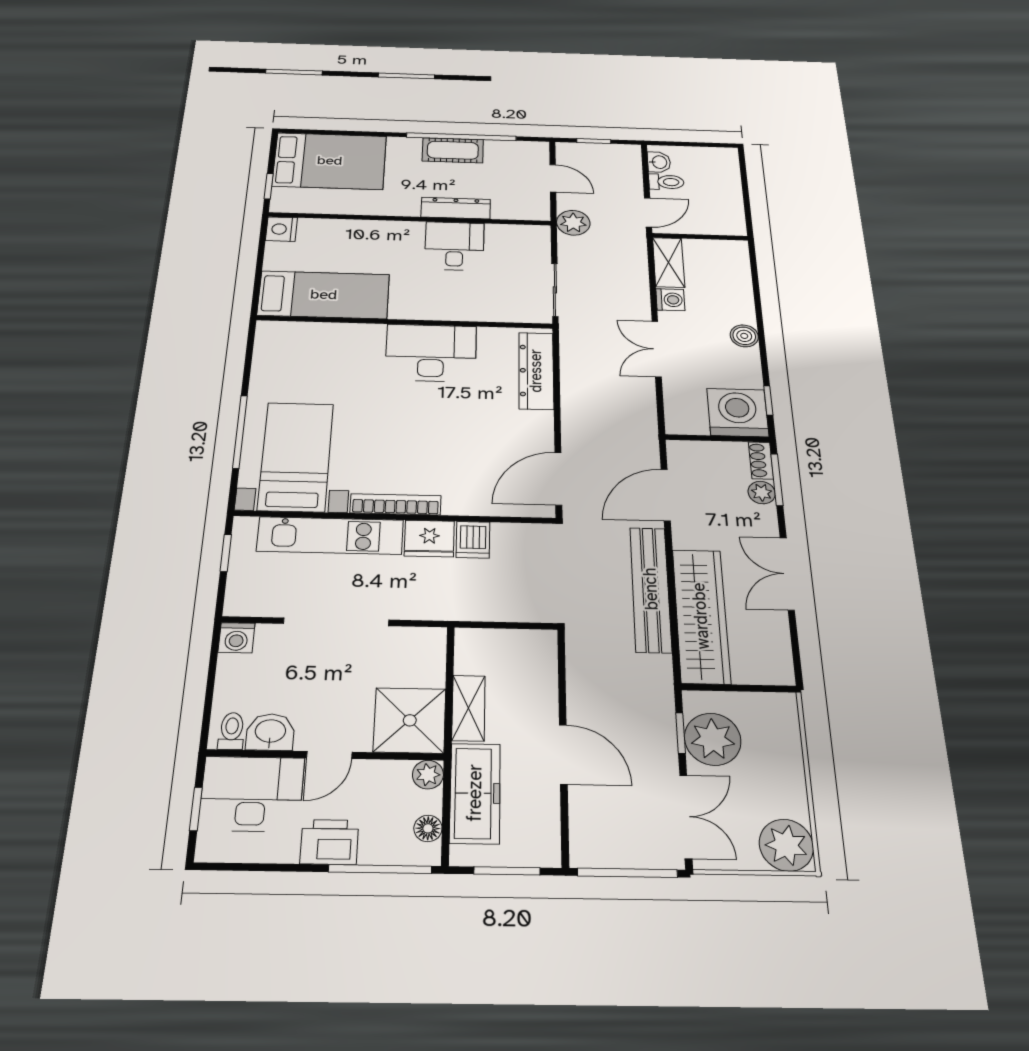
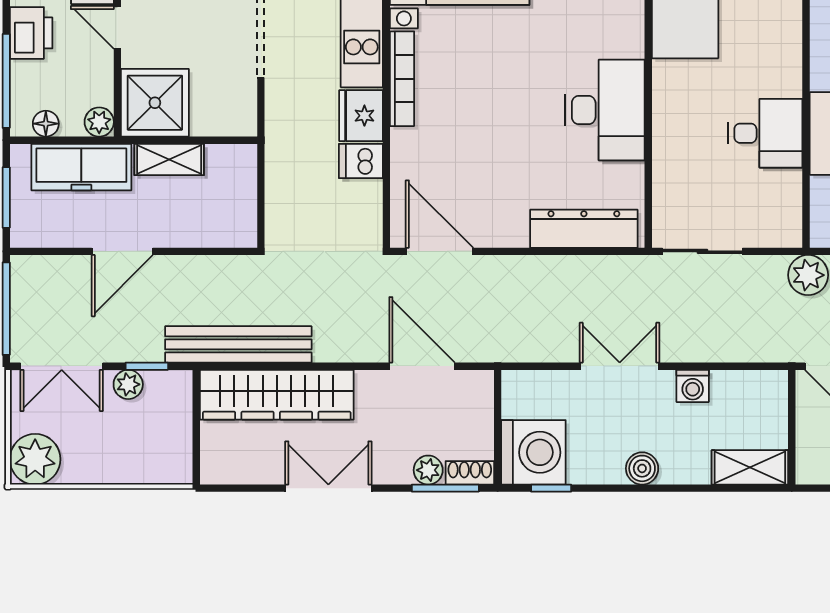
shelving: (669, 262) -> (750, 467), moved
bench: (651, 589) -> (238, 344), moved
plant: (713, 739) -> (128, 384), width x0.53, depth x0.53

